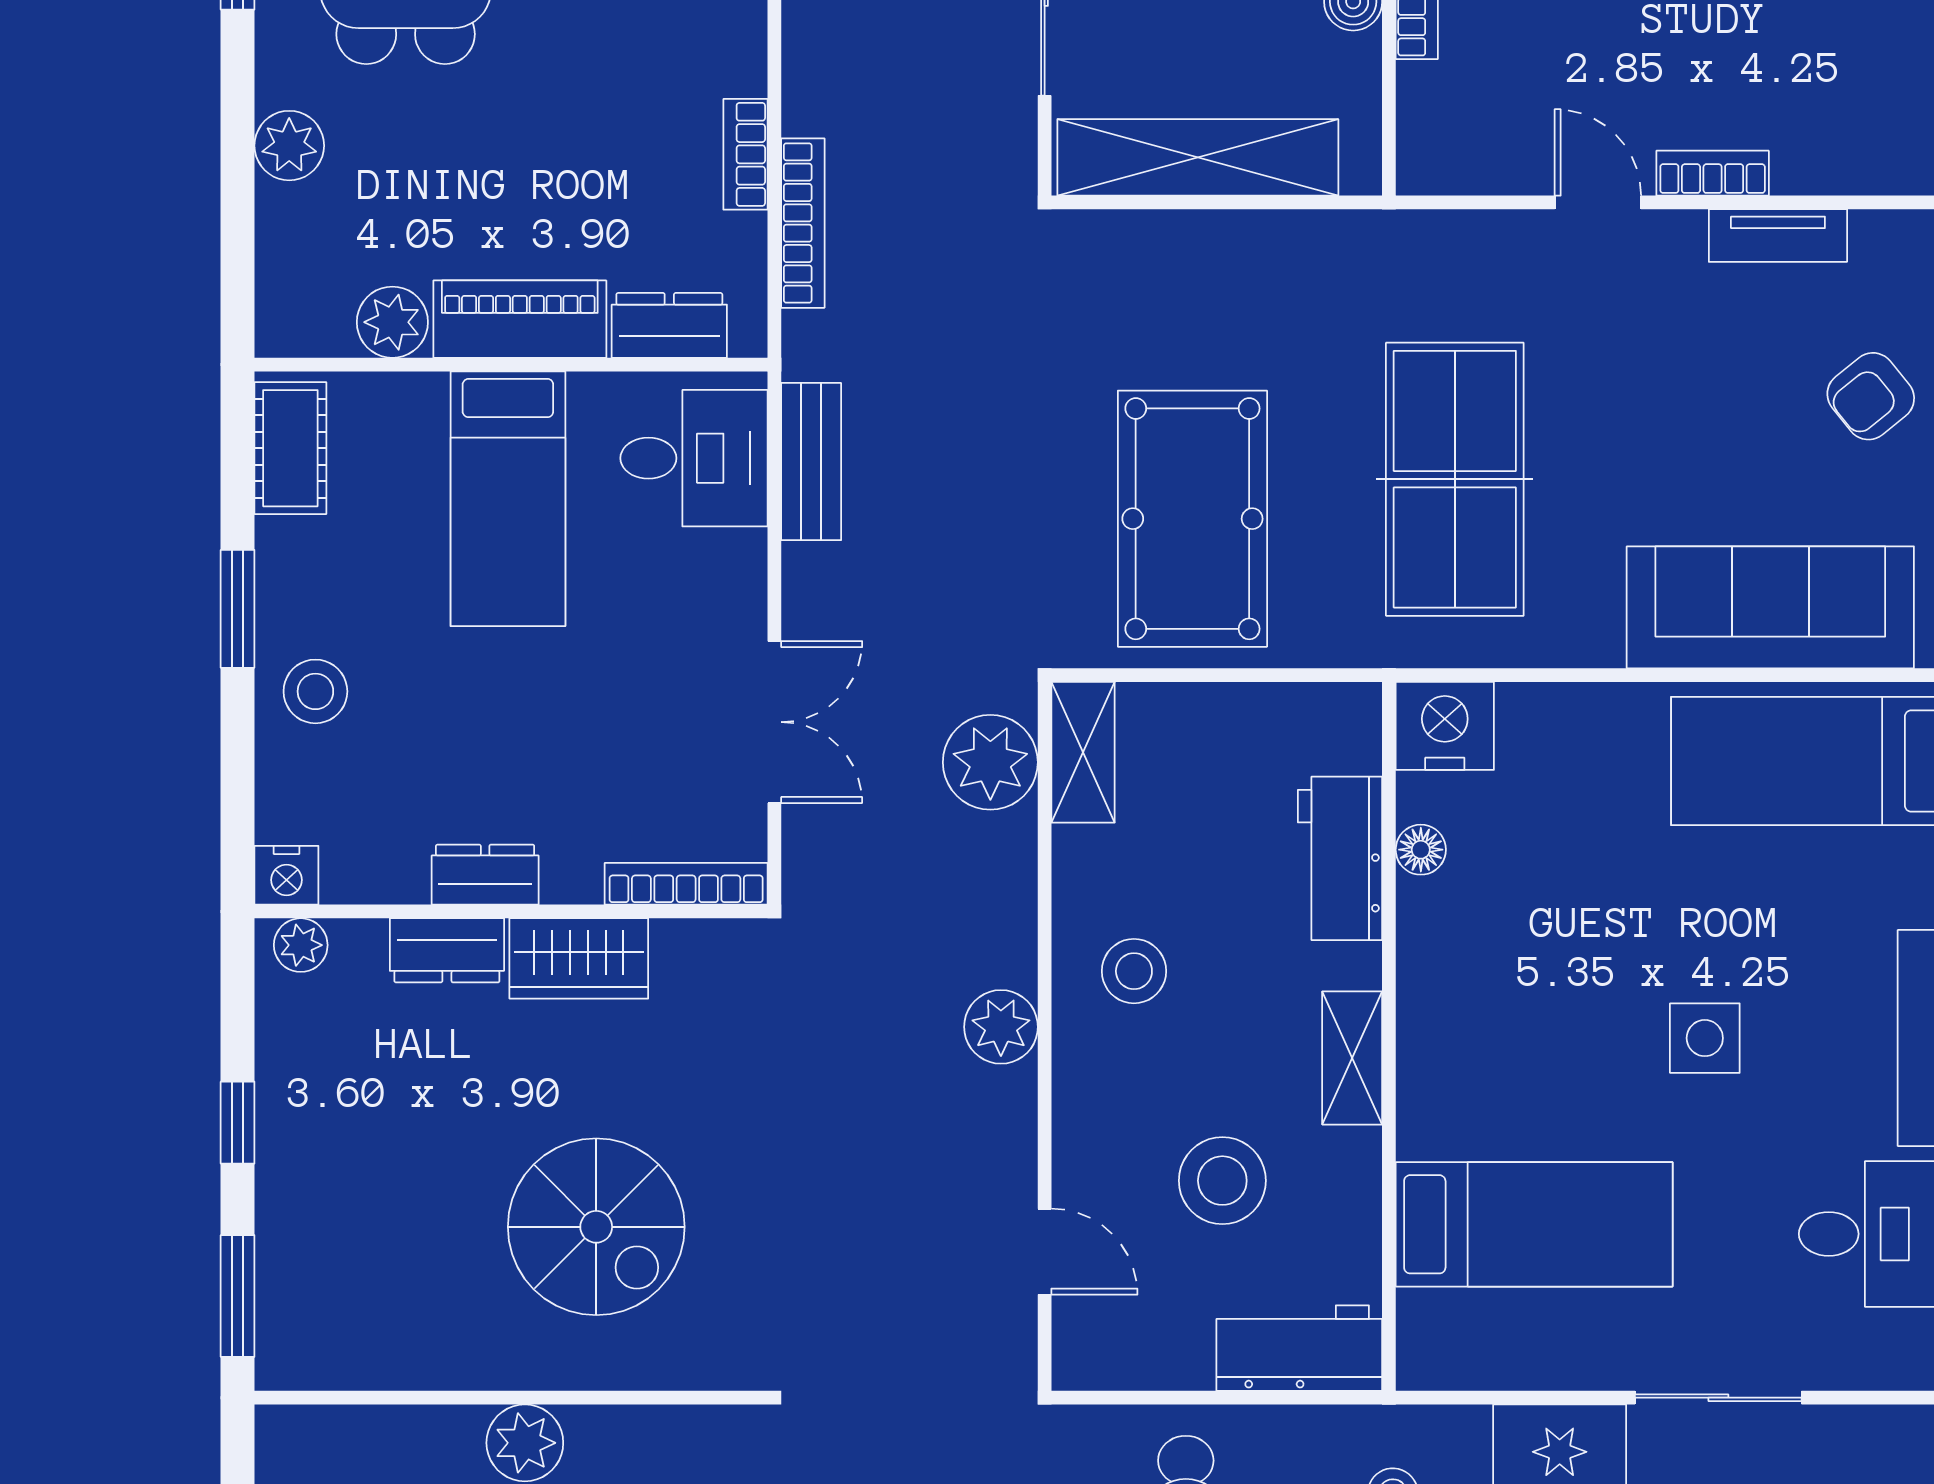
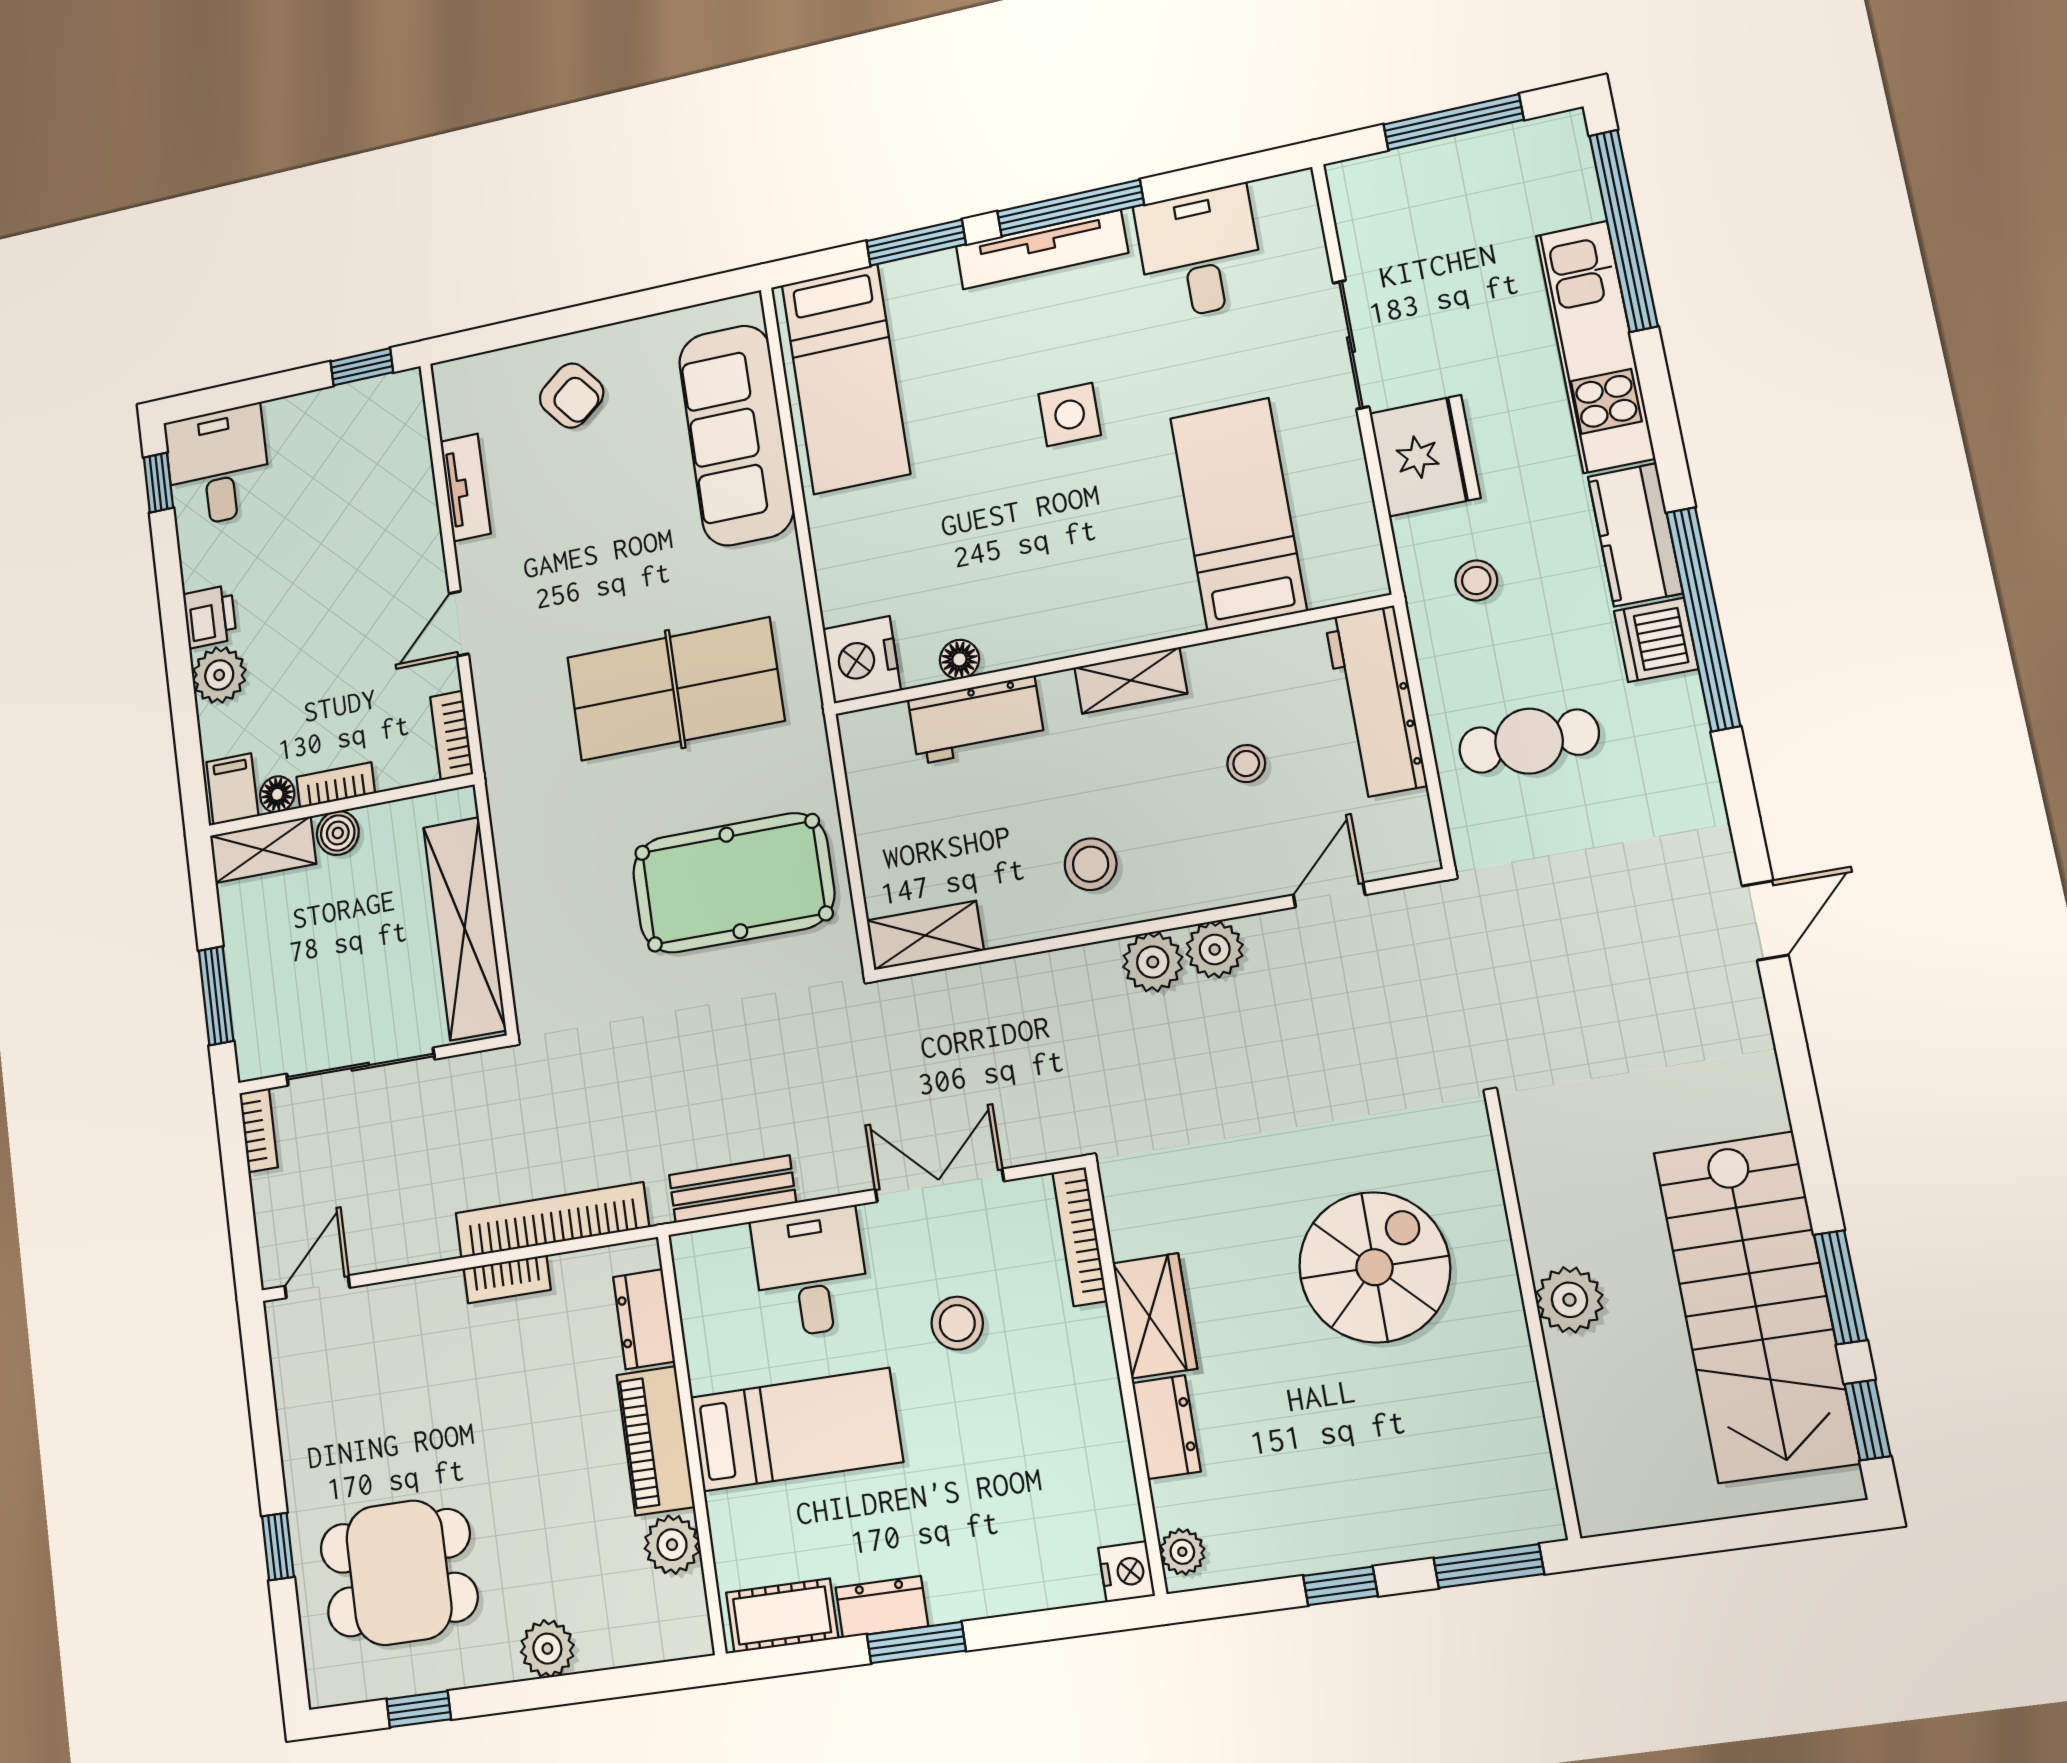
bookcase: (1713, 173) -> (452, 736), moved
bookcase: (803, 223) -> (552, 1220), width x1.48, depth x1.31
desk: (694, 458) -> (811, 1273), moved
stool: (315, 691) -> (957, 1323), moved
plant: (990, 762) -> (1215, 949), moved, width x0.73, depth x0.73
dresser: (485, 875) -> (882, 1607), moved, turned 90
stool: (1222, 1181) -> (1246, 764), width x0.53, depth x0.53
workbench: (1299, 1348) -> (1376, 702), width x1.38

